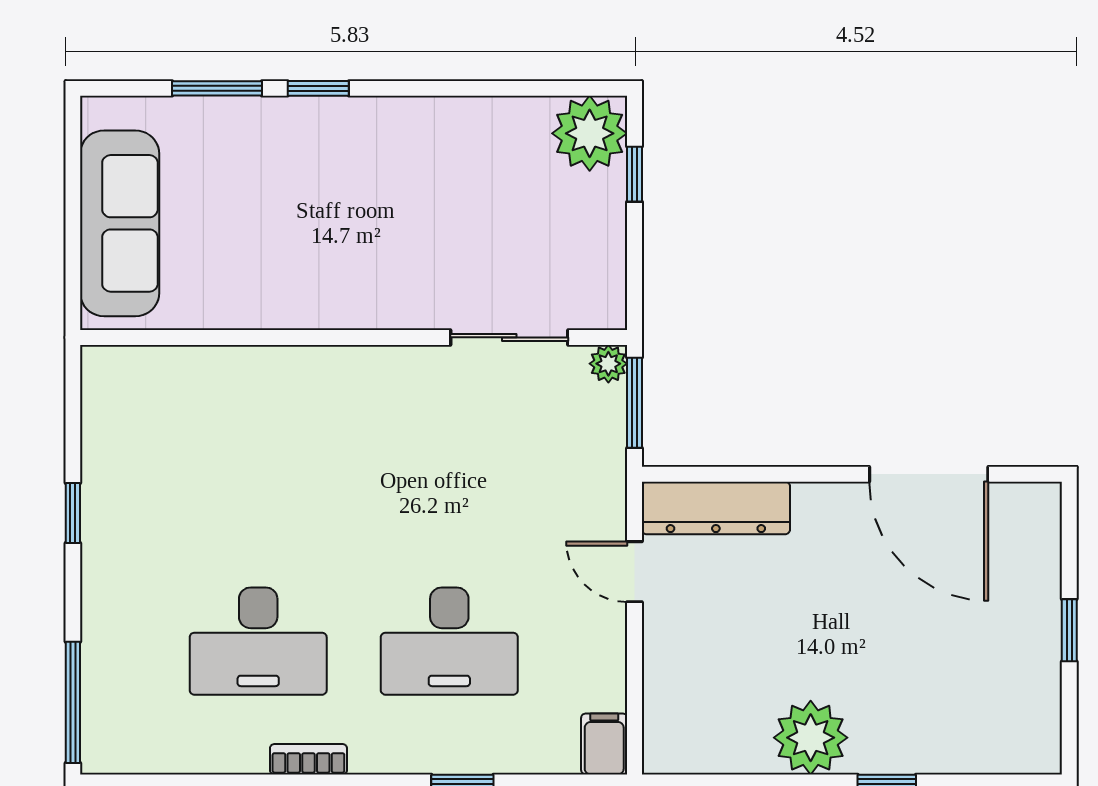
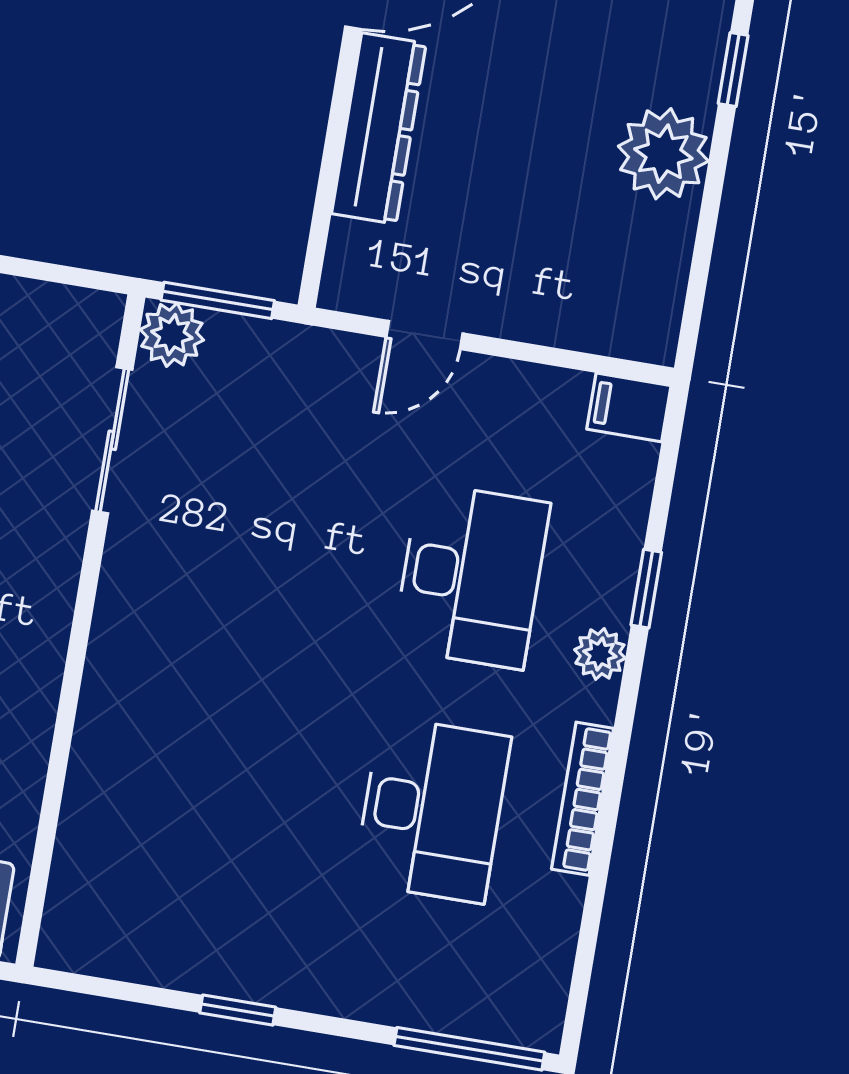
plant: (608, 364) -> (172, 335), width x1.38, depth x1.38
dresser: (716, 508) -> (379, 128), moved
plant: (404, 754) -> (600, 654), added
bookcase: (308, 759) -> (583, 799), width x1.56

